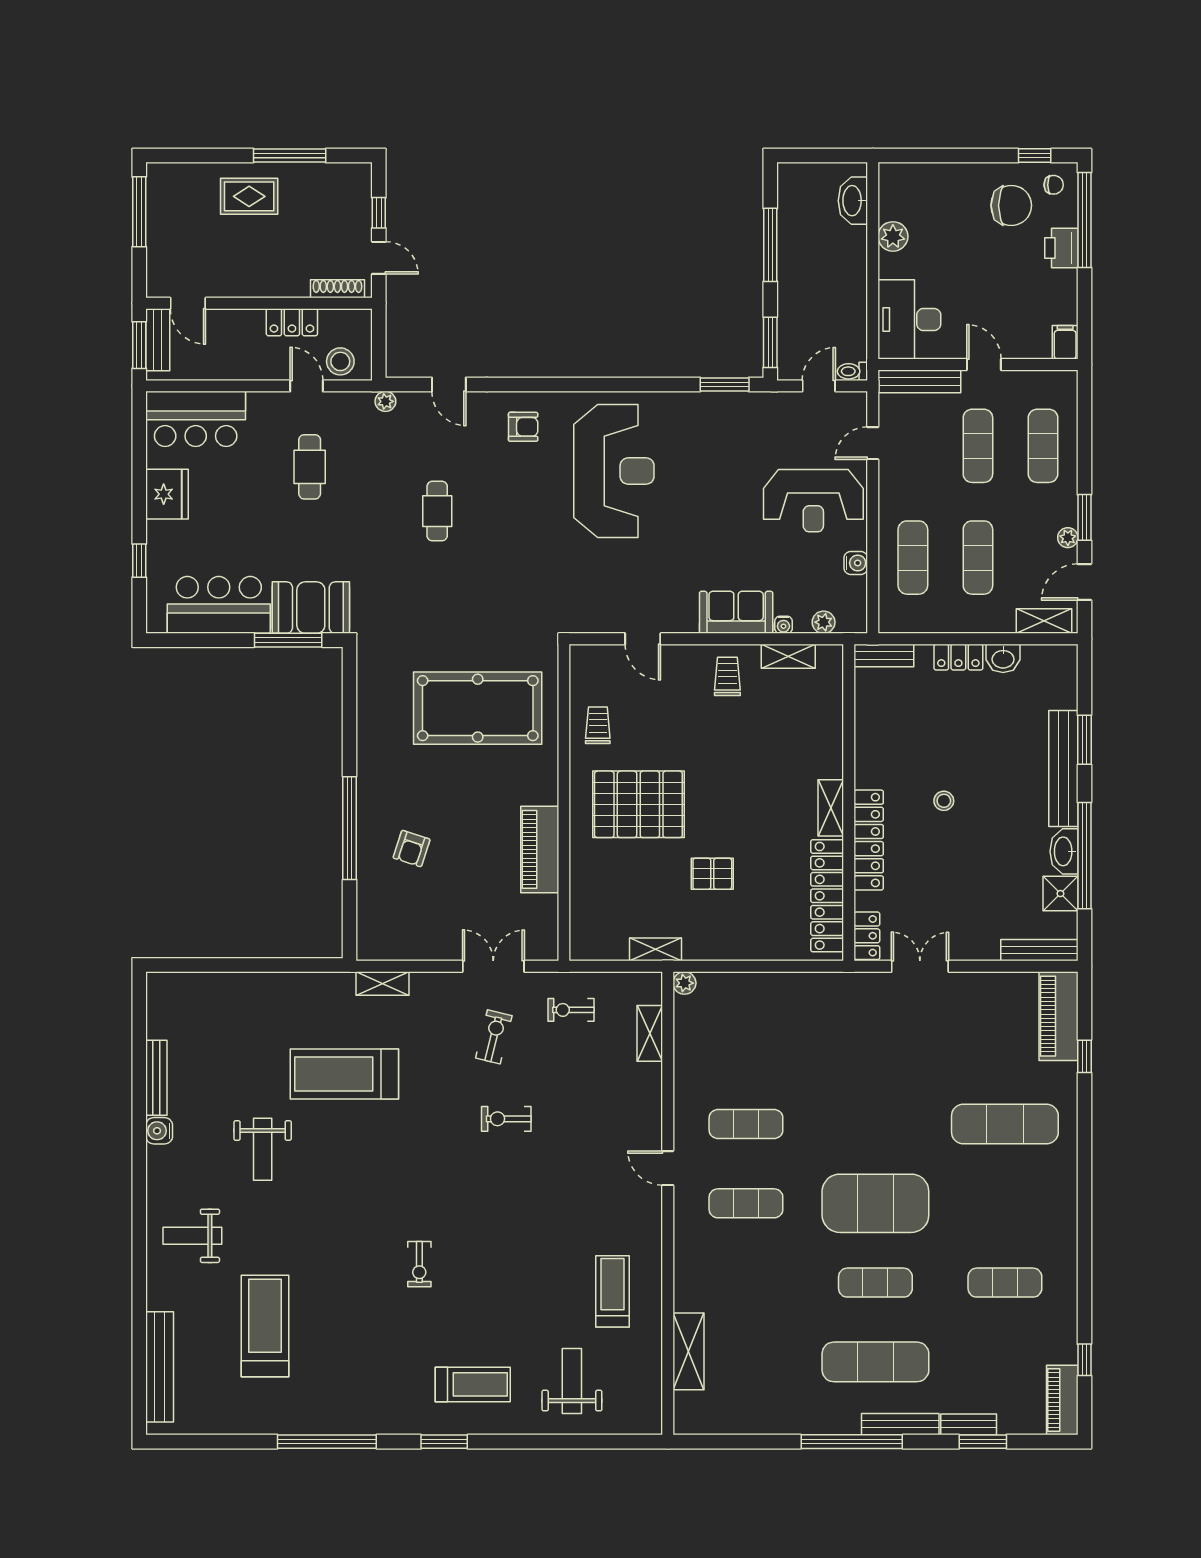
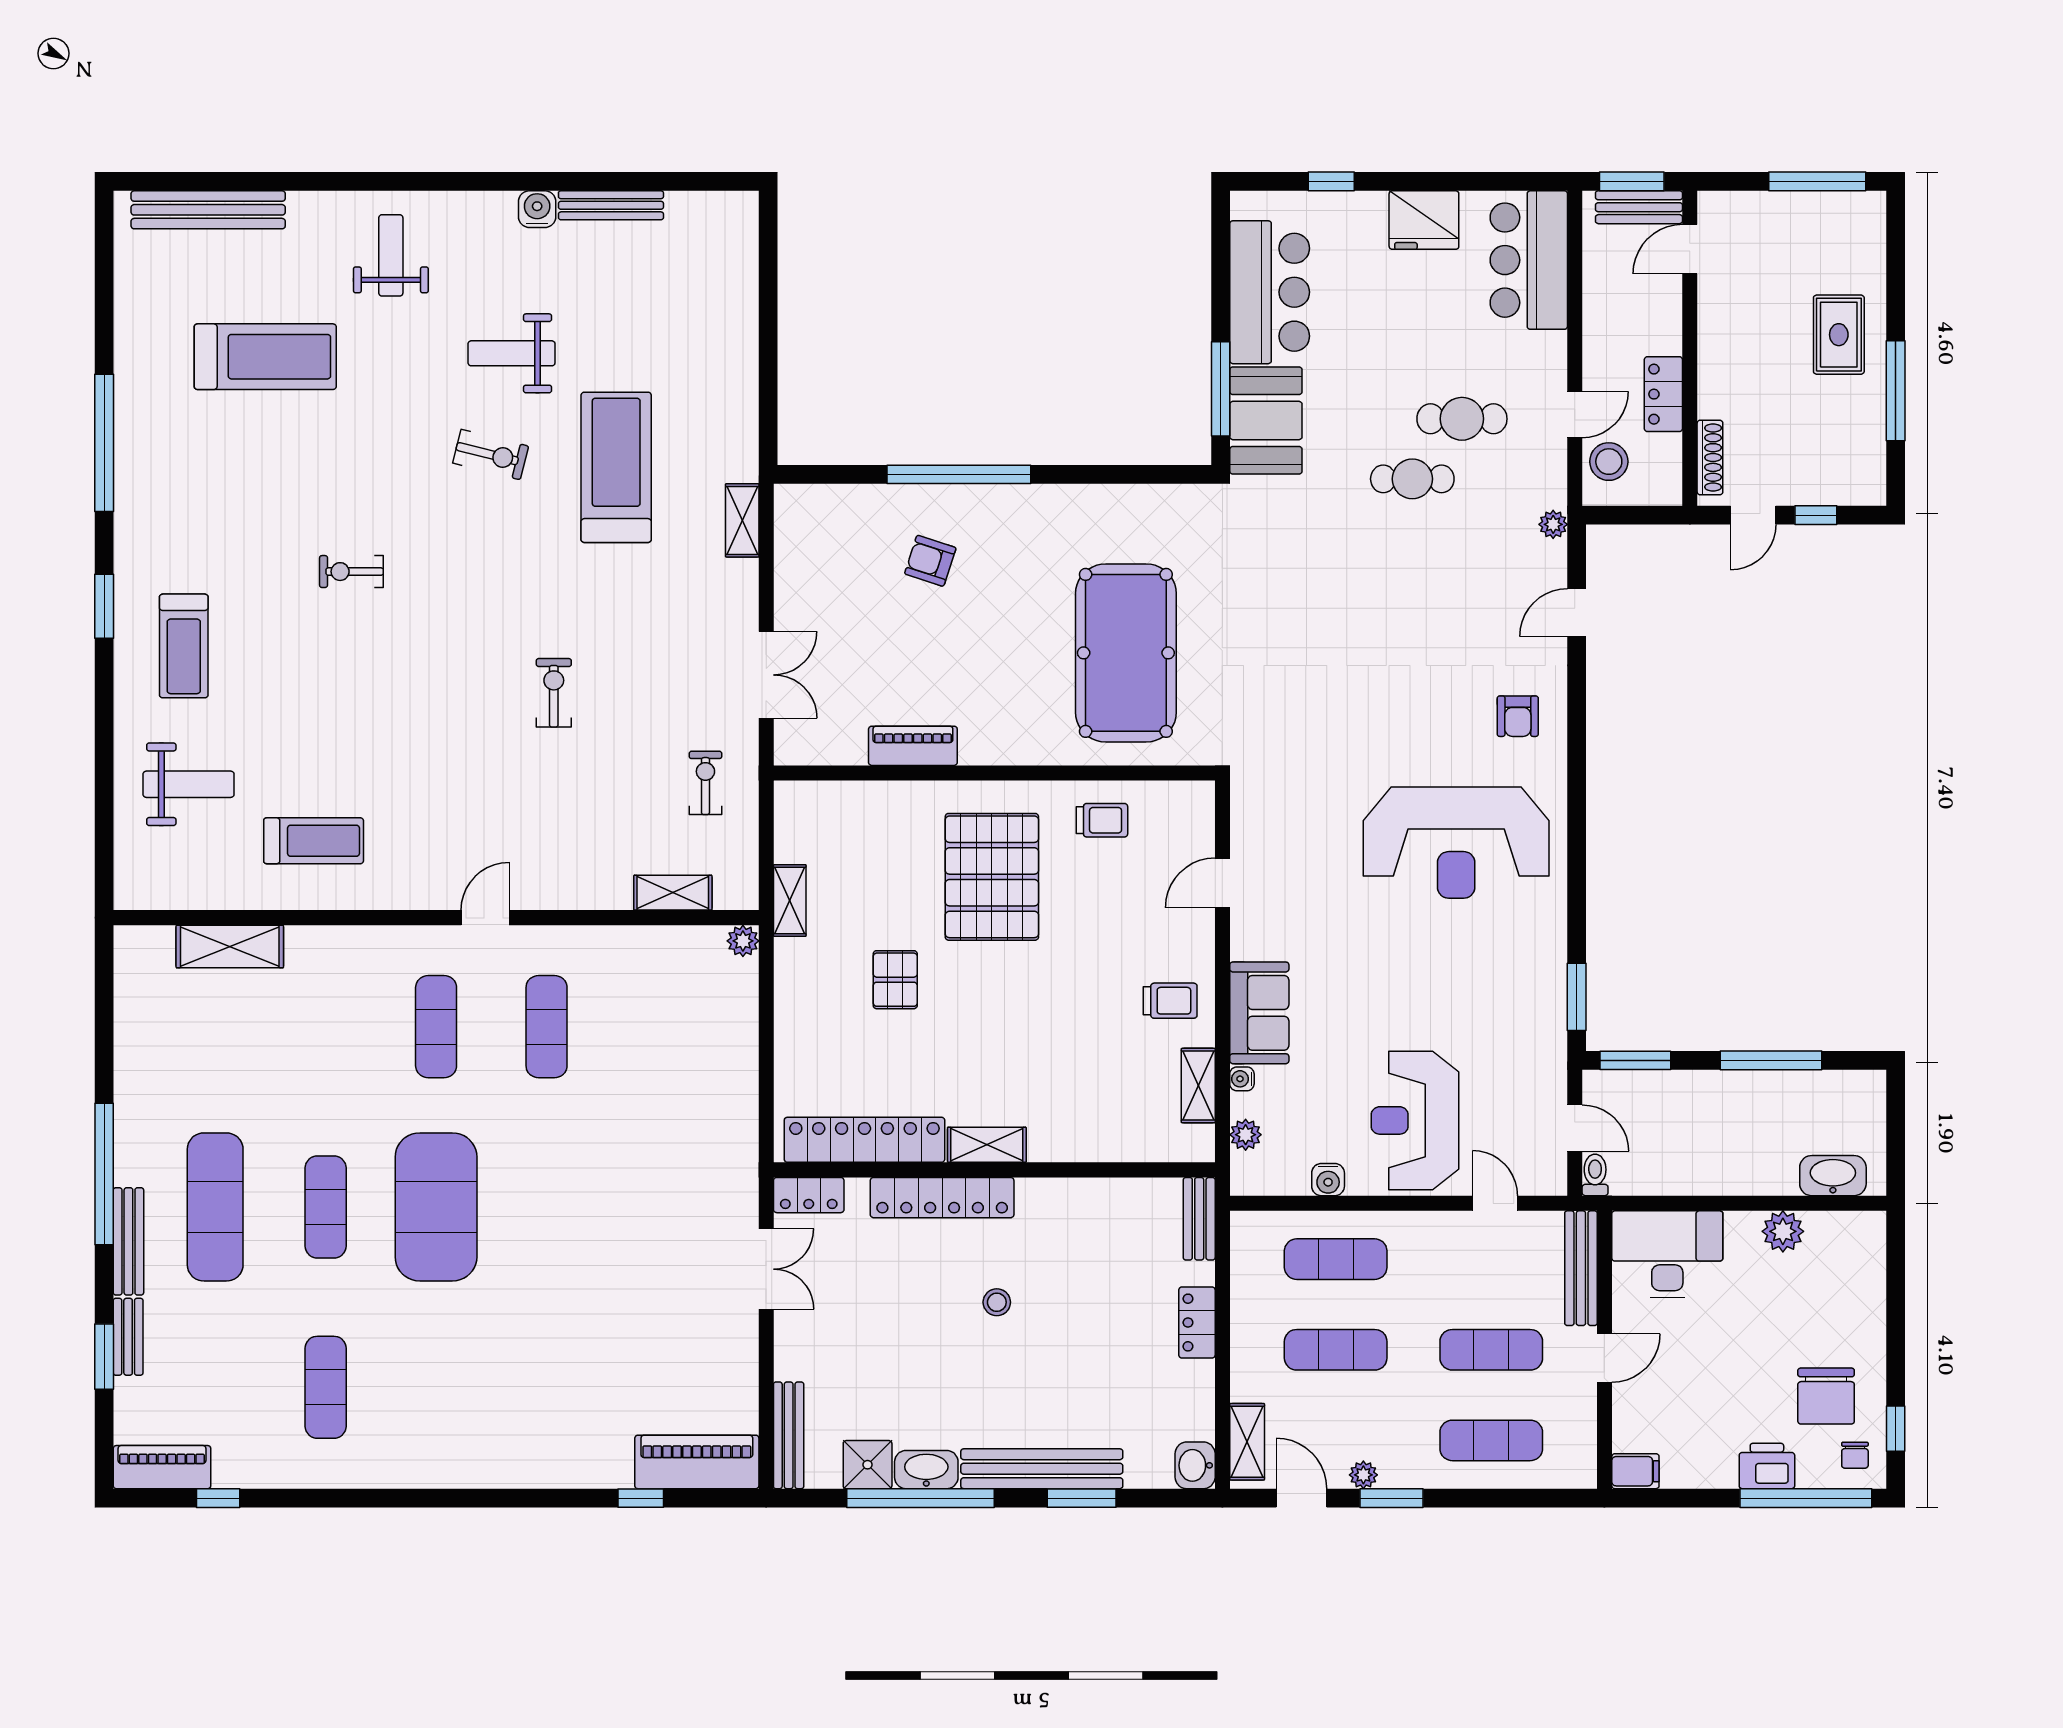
cafe table: (437, 511) -> (1412, 479), moved
washbasin: (1003, 658) -> (1195, 1465), moved
piano: (540, 849) -> (913, 746), width x0.73, depth x0.75
exercise bike: (494, 1037) -> (491, 455), moved
exercise mat: (1005, 1124) -> (547, 1387), removed

